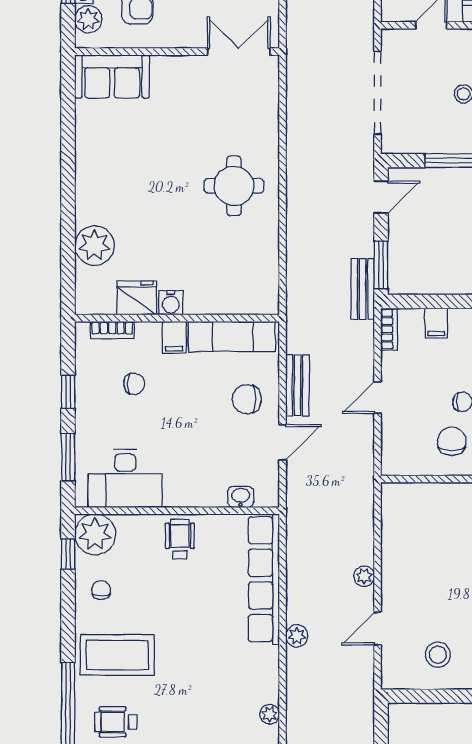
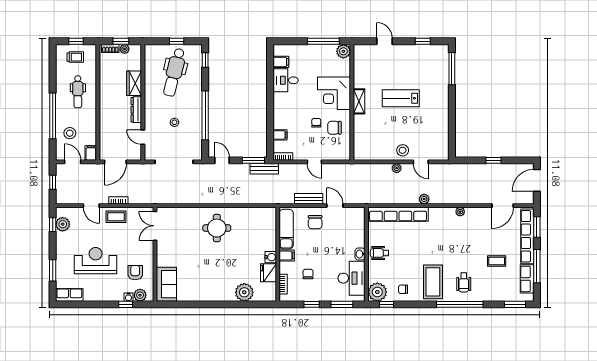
washbasin: (241, 497) -> (360, 254), moved
stool: (438, 655) -> (403, 150), moved

